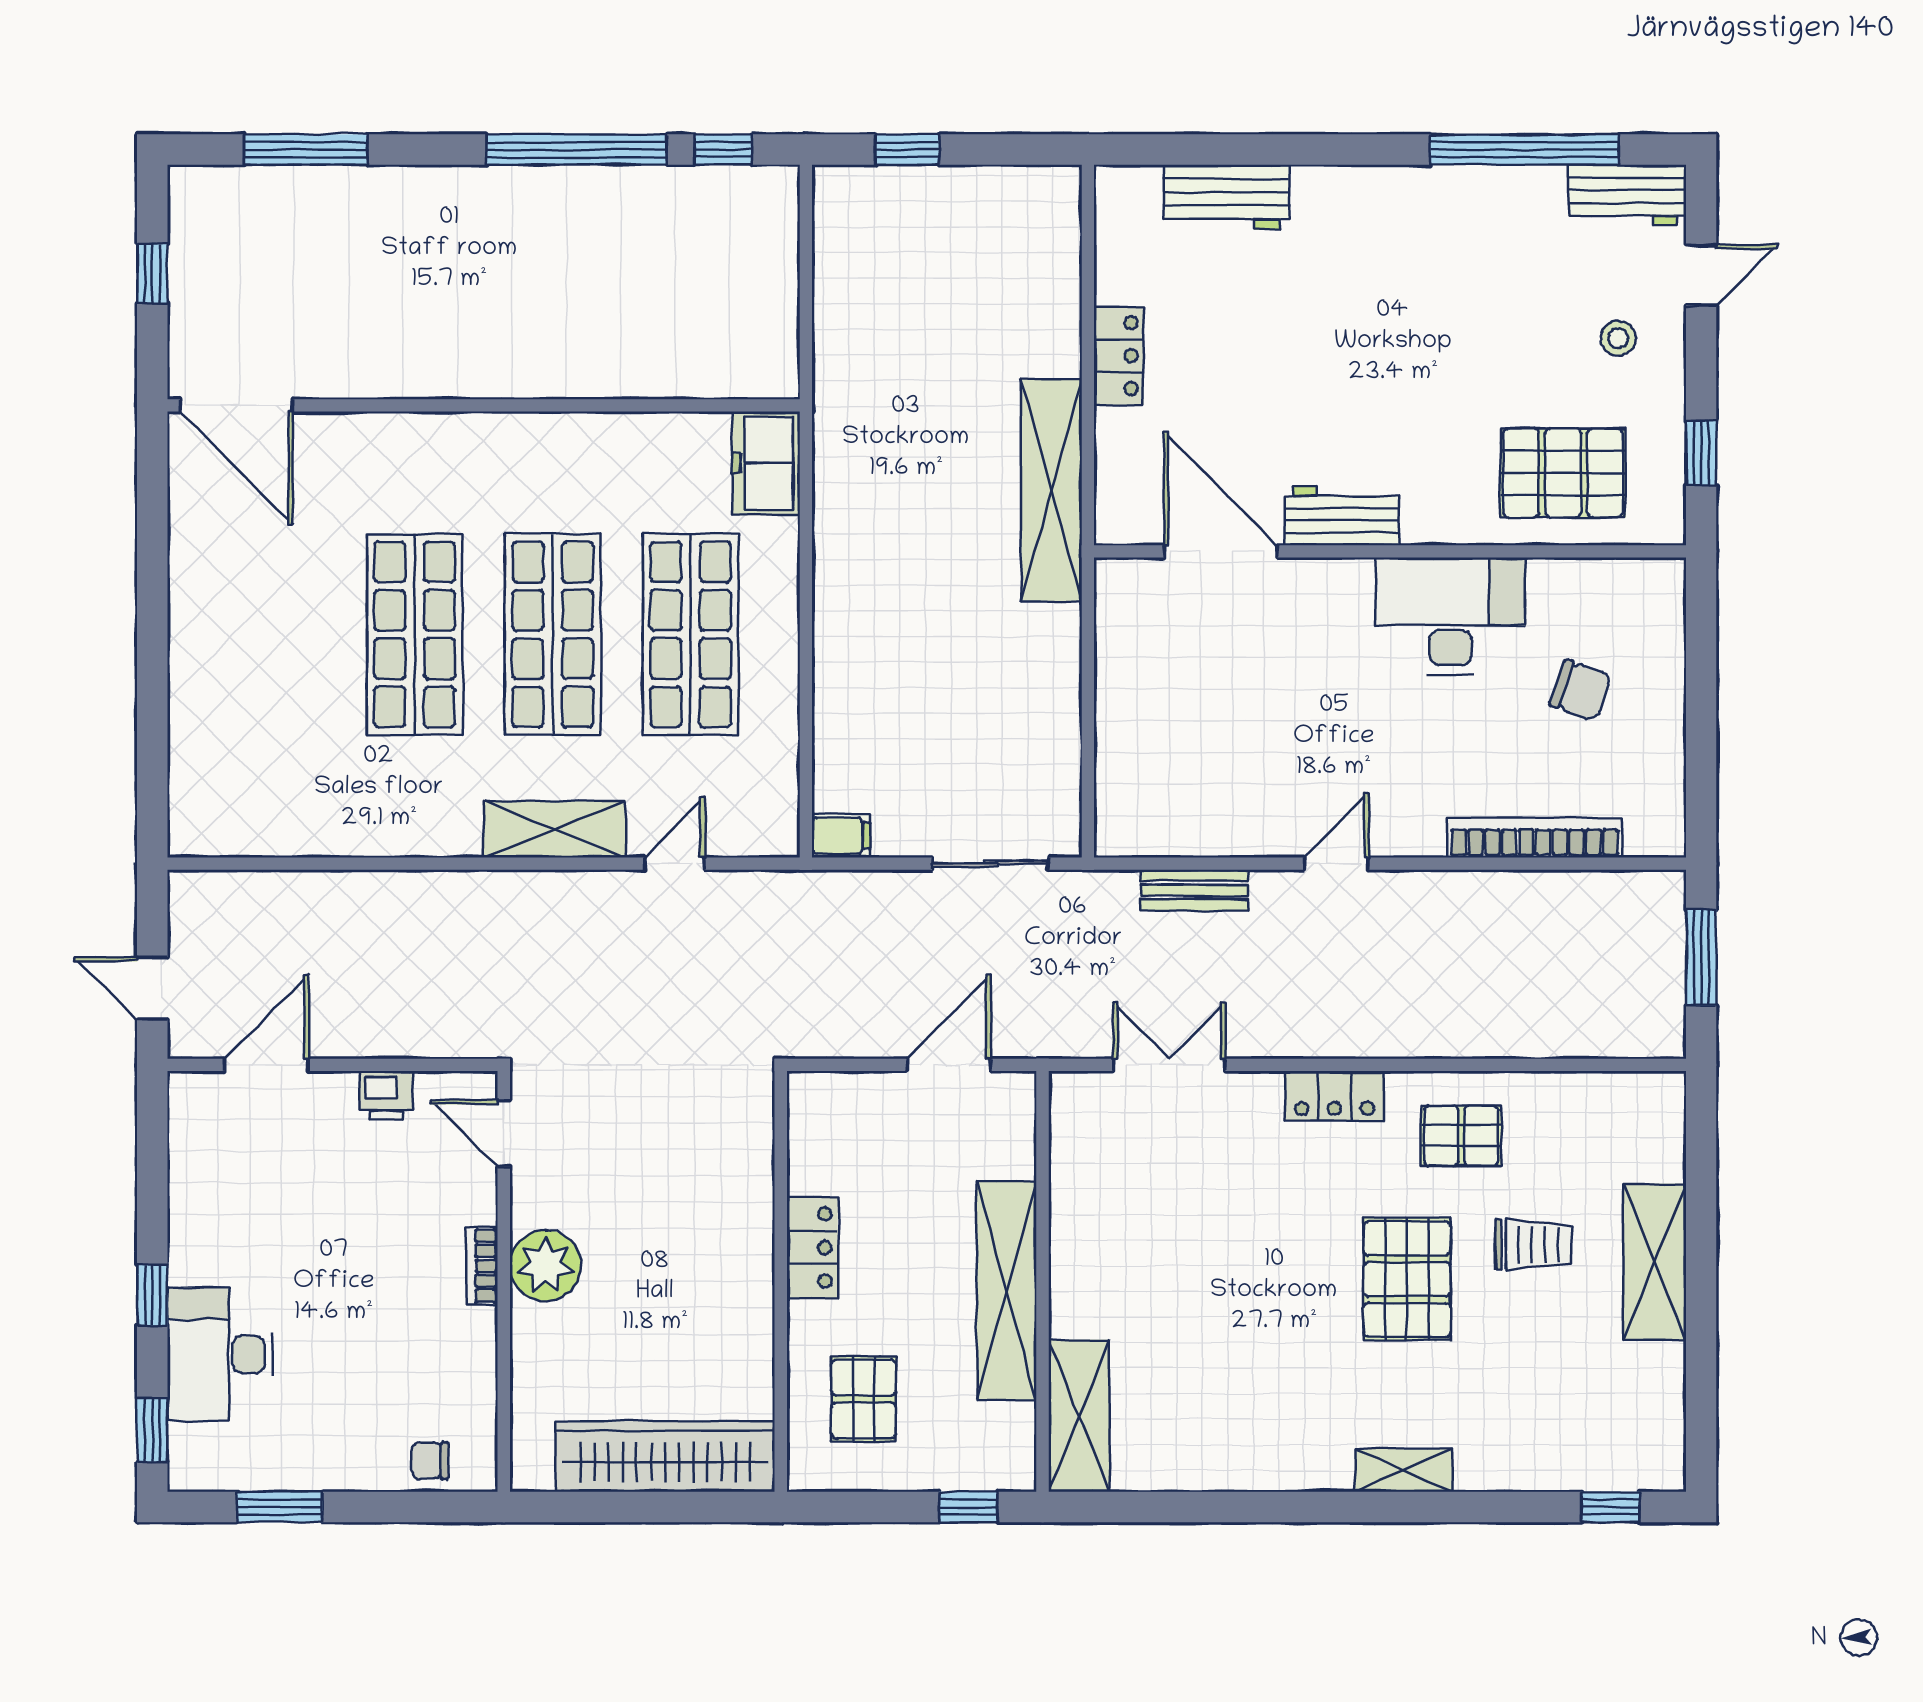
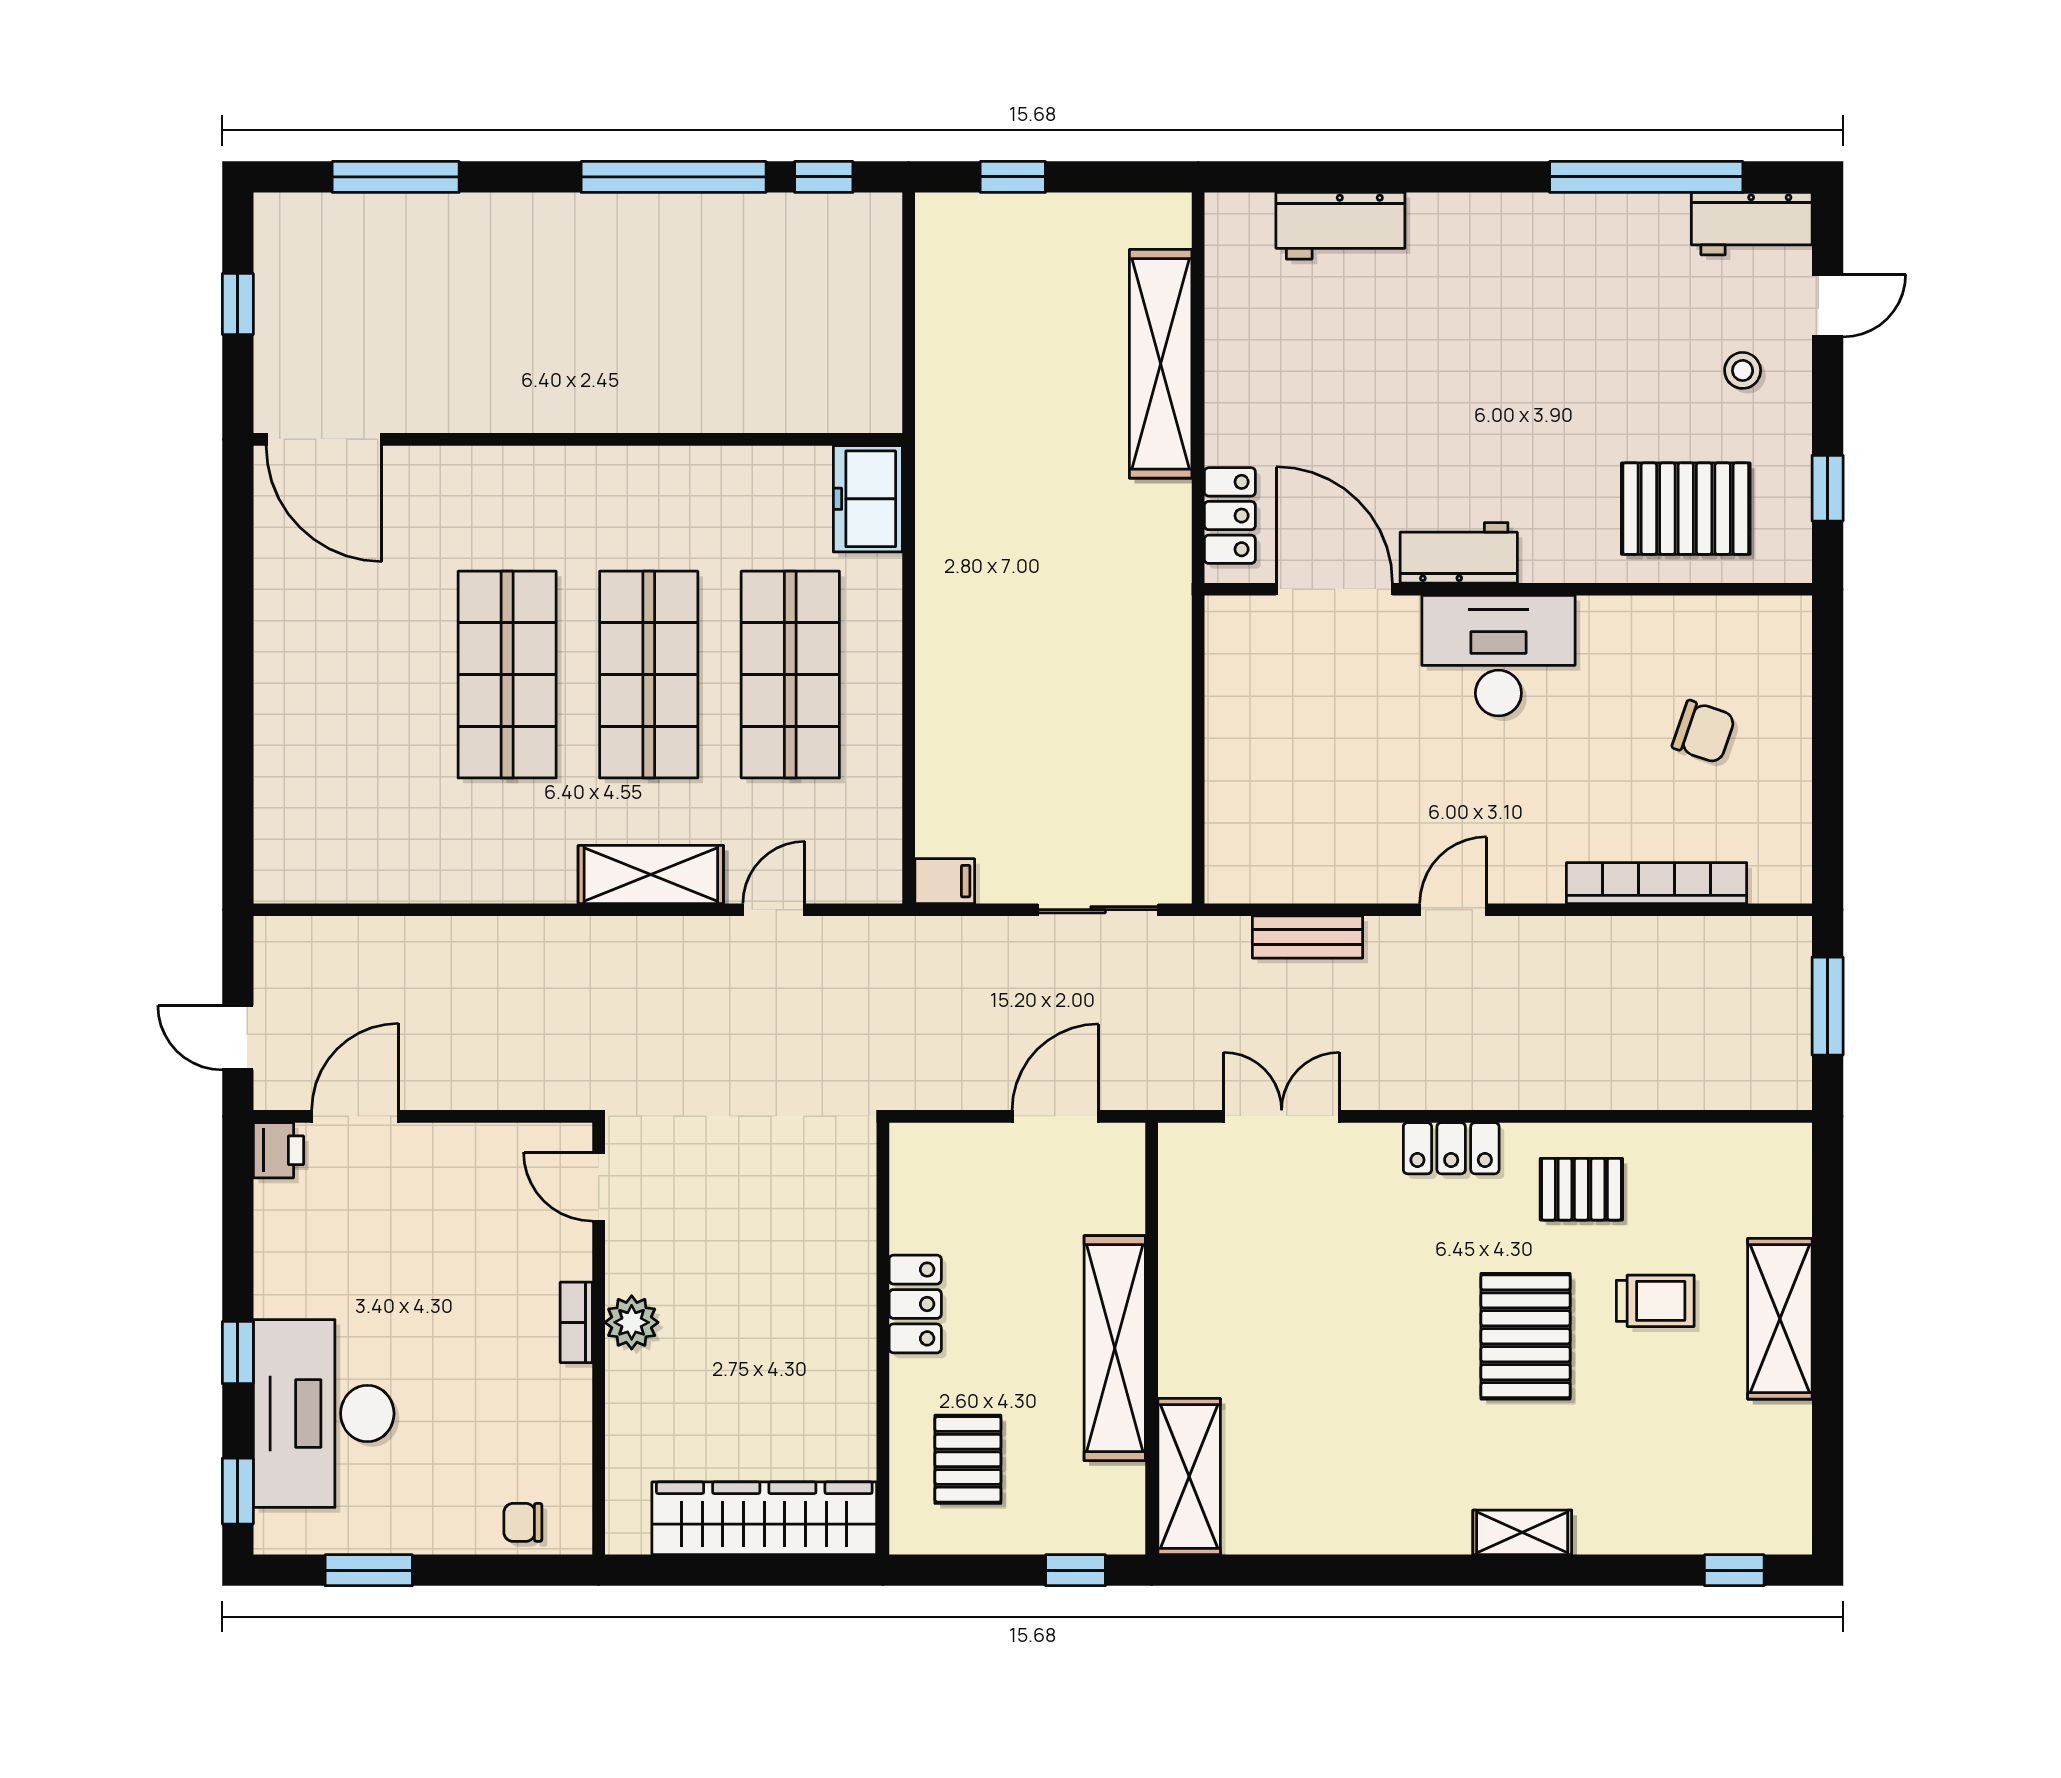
locker: (1119, 356) -> (1230, 516), moved
shelving: (1051, 490) -> (1161, 364), moved
desk: (1450, 616) -> (1498, 656), moved
printer: (386, 1095) -> (278, 1150), moved, turned -90
plant: (545, 1266) -> (632, 1322), width x0.73, depth x0.73
desk: (220, 1354) -> (324, 1413), width x1.36, depth x1.30

